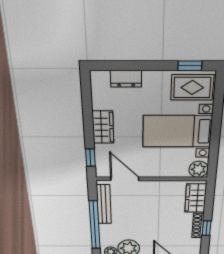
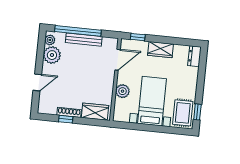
dresser: (126, 79) -> (194, 56), moved
plant: (199, 169) -> (122, 91), moved
bench: (104, 204) -> (84, 40), moved

